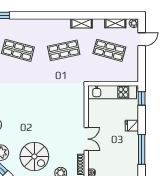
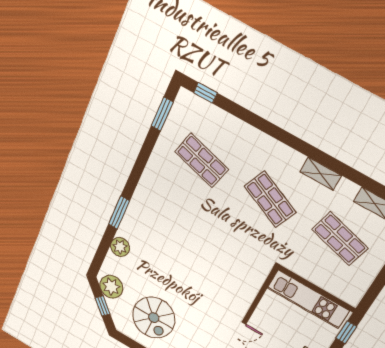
shop shelf: (64, 50) -> (270, 199), turned 36

